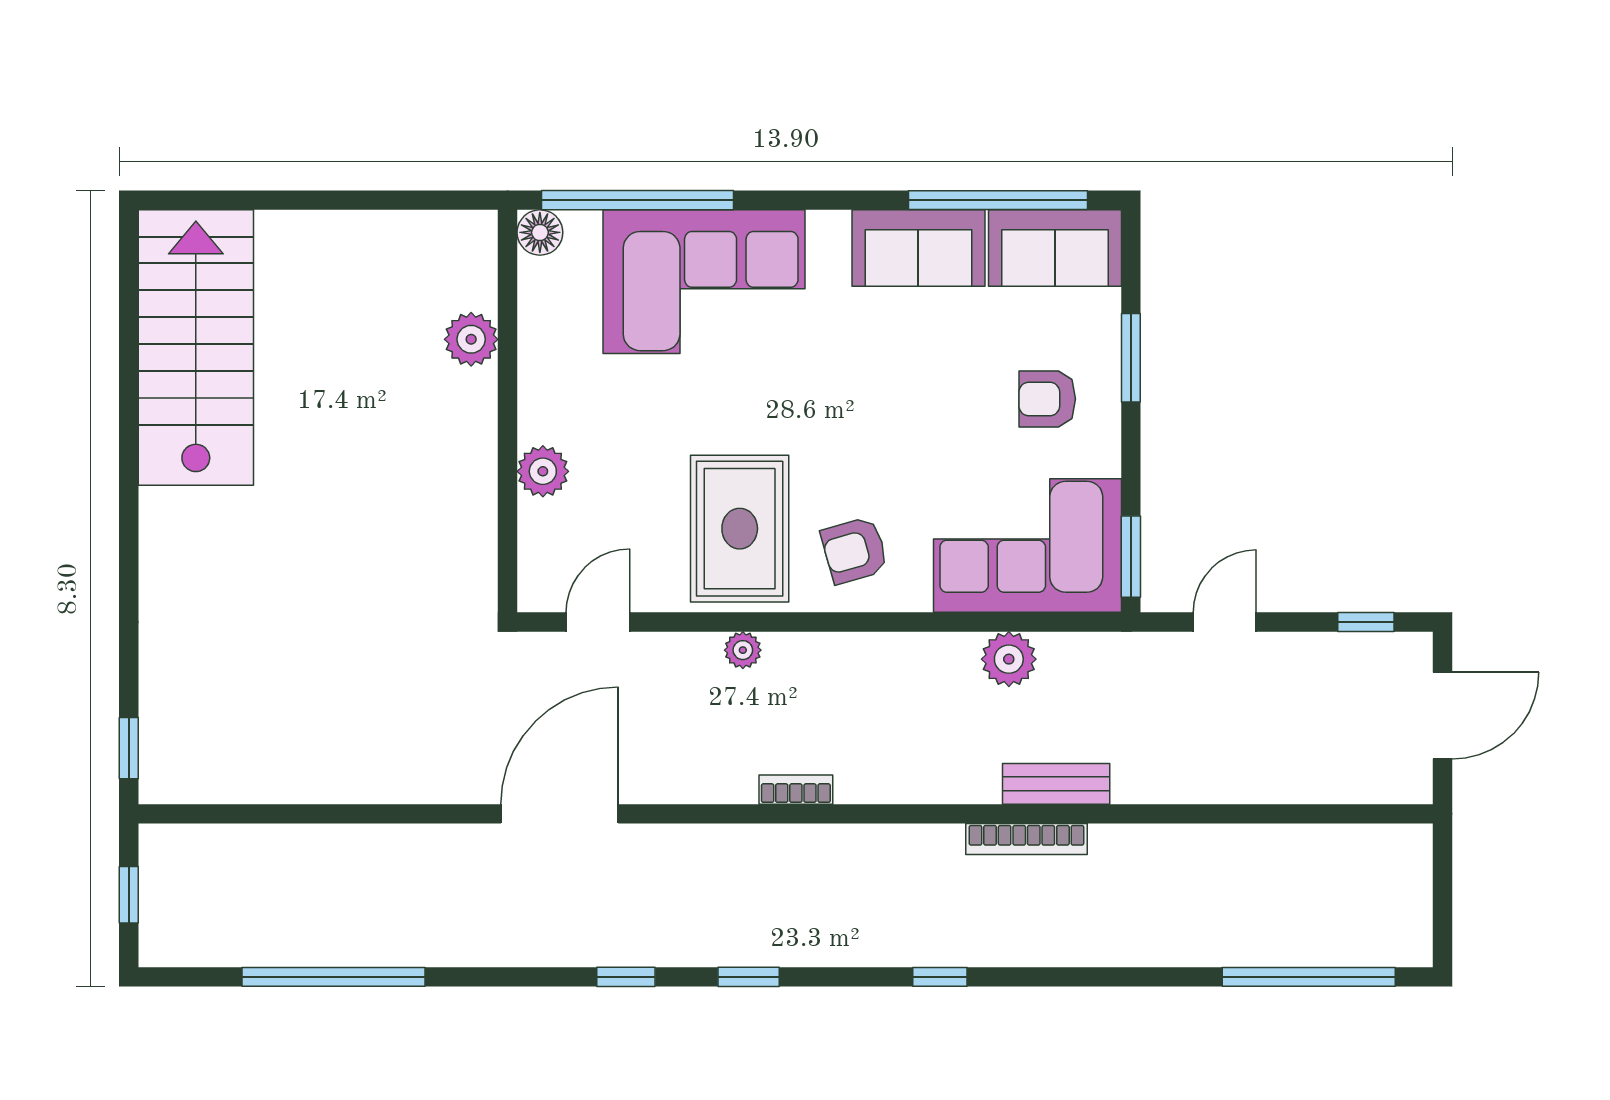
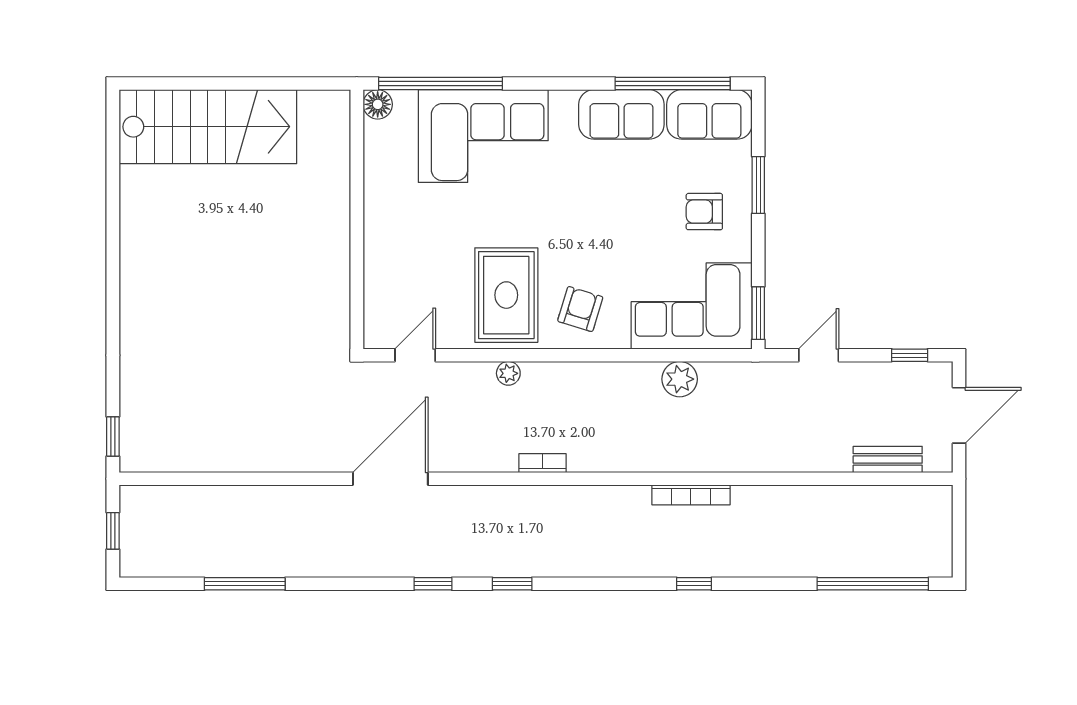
plant: (471, 339) -> (333, 173), removed
stairs: (196, 348) -> (208, 127), moved, turned 90
plant: (543, 471) -> (380, 258), removed
armchair: (854, 550) -> (580, 309), turned 123
bench: (1056, 784) -> (888, 459), moved
window: (334, 977) -> (245, 584), width x0.68
window: (940, 977) -> (694, 584), moved

